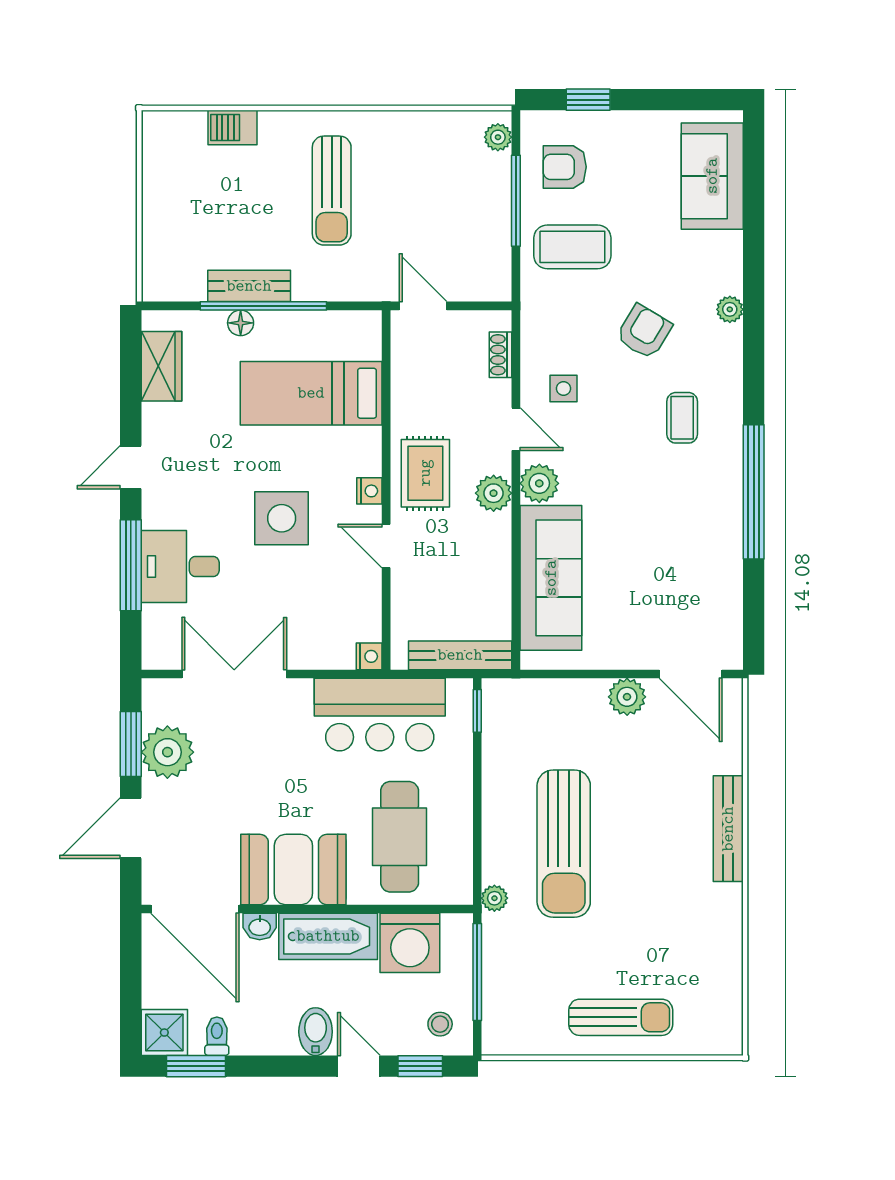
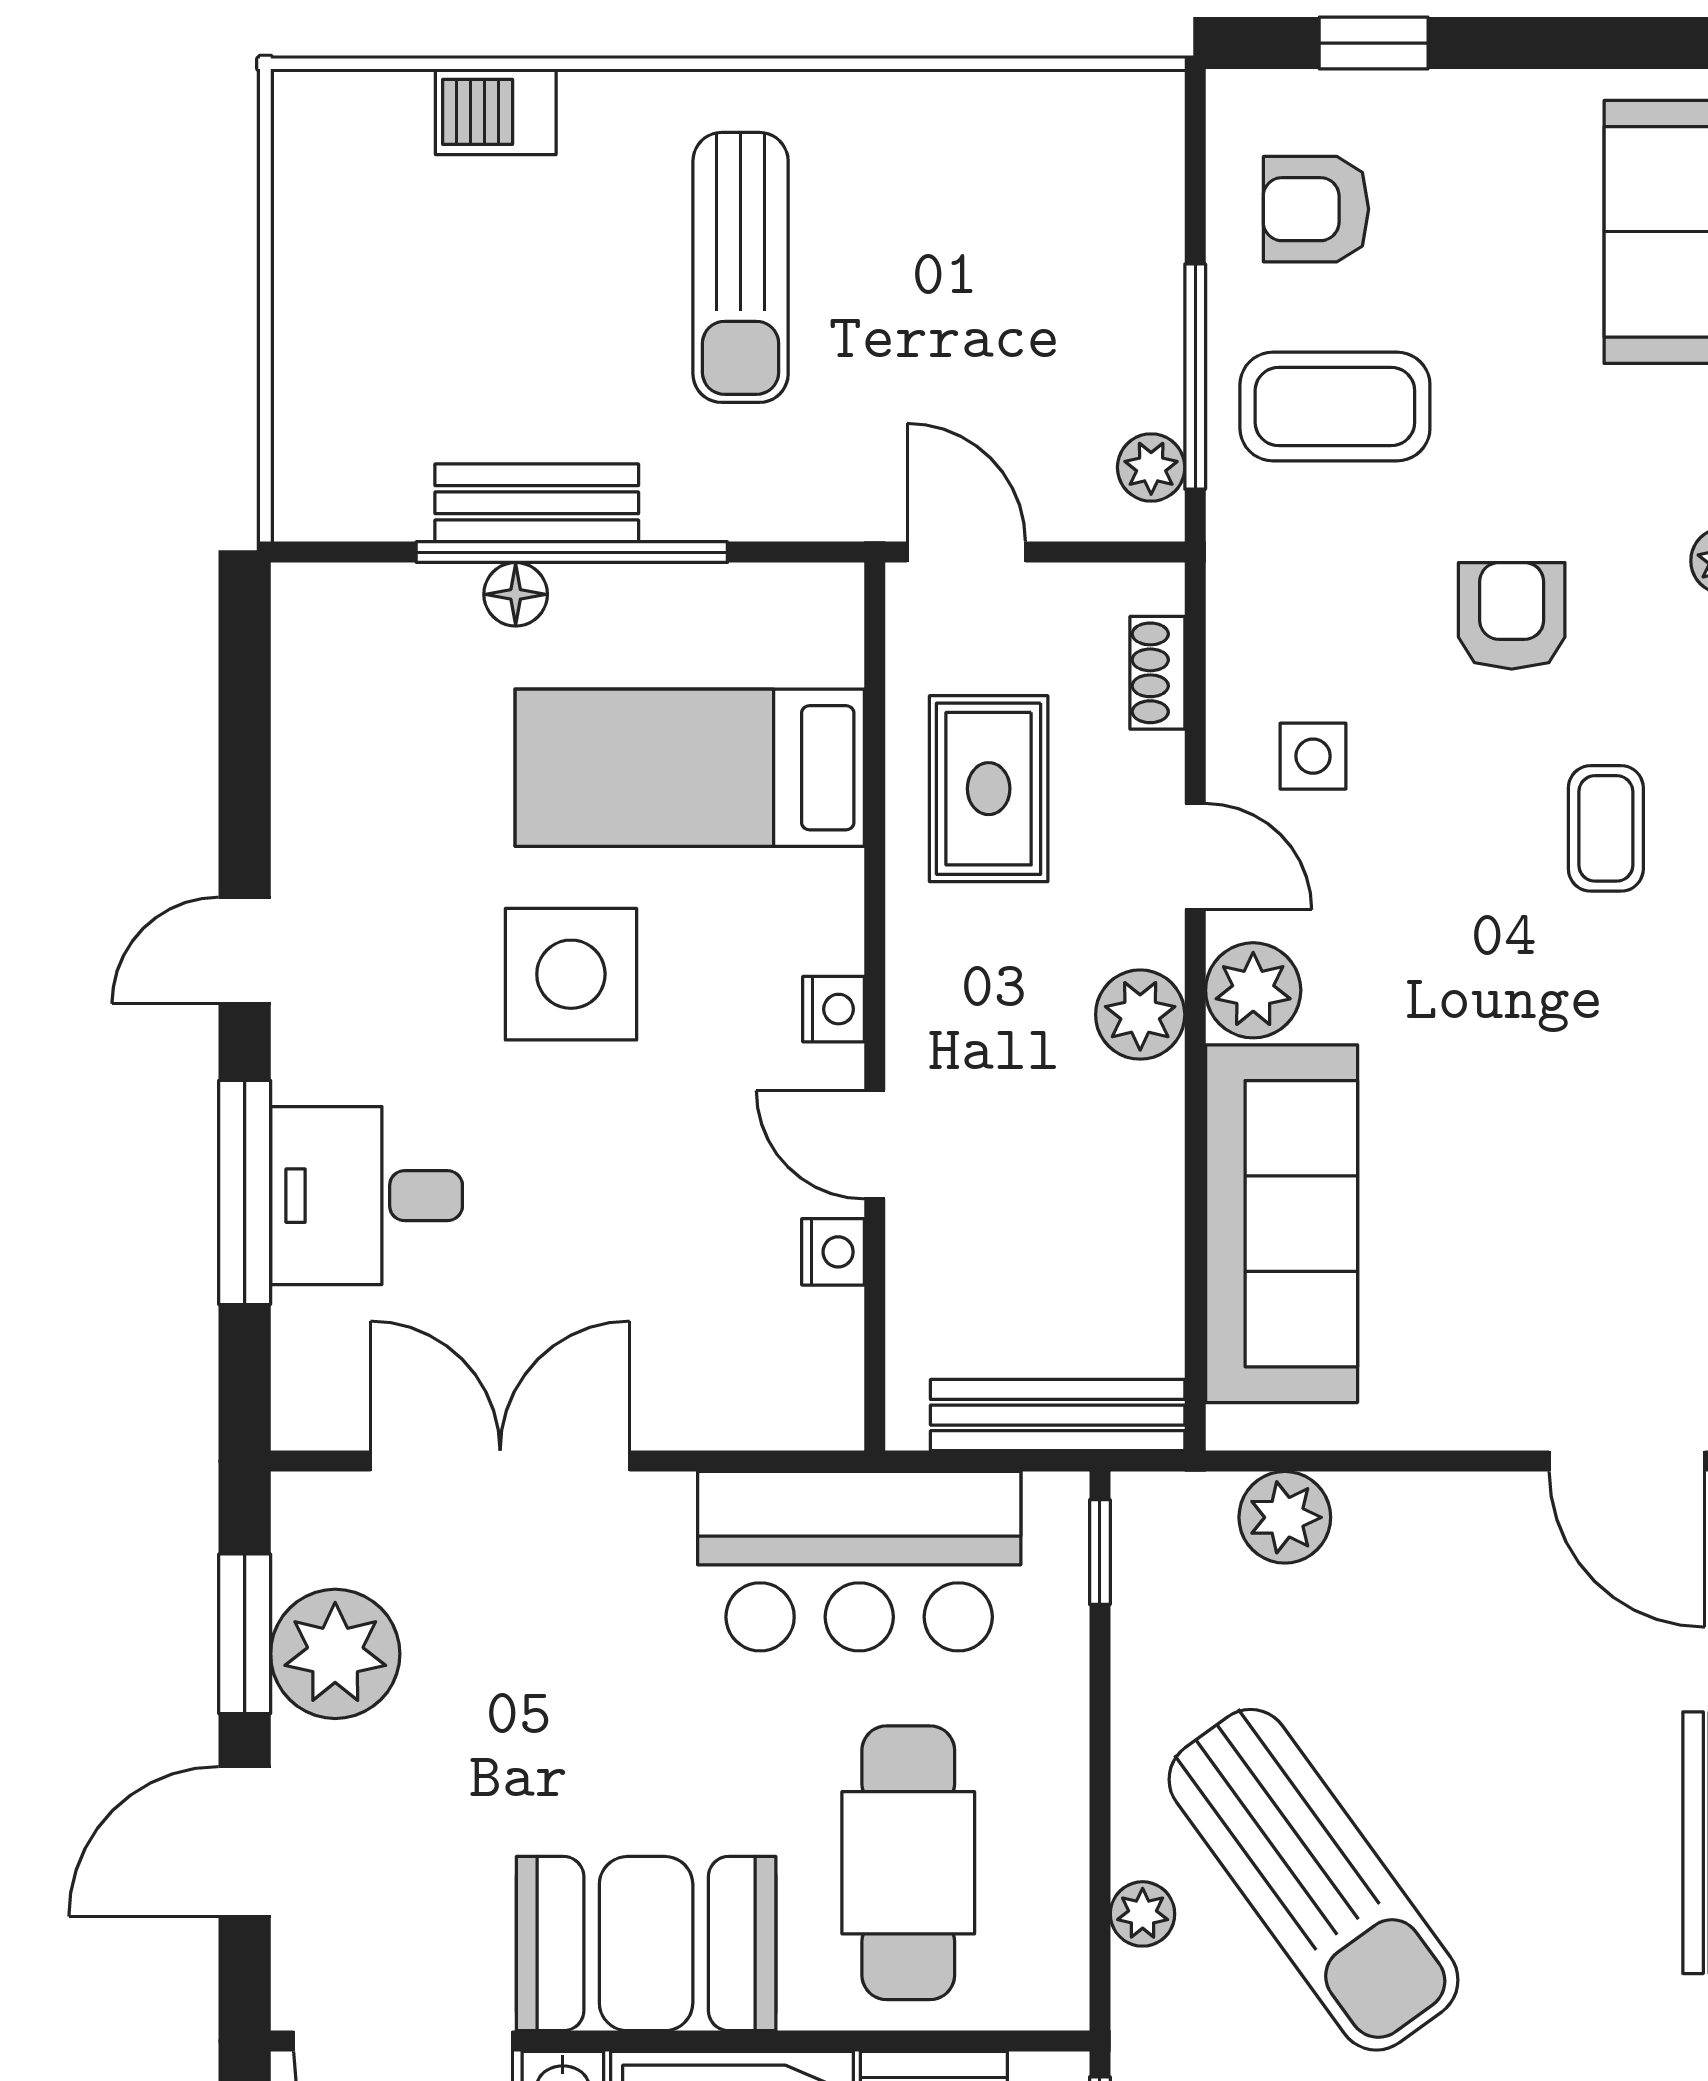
plant: (498, 137) -> (1151, 467), moved
window: (516, 201) -> (1195, 377), moved
armchair: (644, 332) -> (1512, 616), turned -31
wardrobe: (161, 366) -> (320, 701), removed
rug: (425, 473) -> (989, 789), moved
side table: (282, 518) -> (571, 974), moved
nightstand: (369, 656) -> (833, 1252), moved
plant: (627, 697) -> (1285, 1517), moved
sun lounger: (564, 844) -> (1313, 1880), turned -36
plant: (494, 898) -> (1143, 1914), moved

